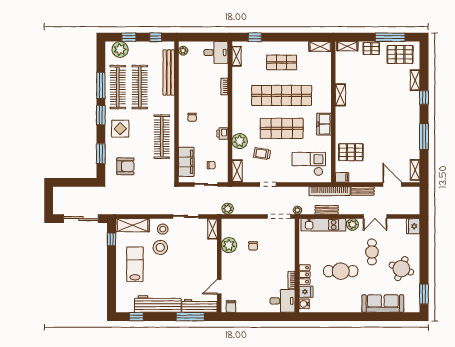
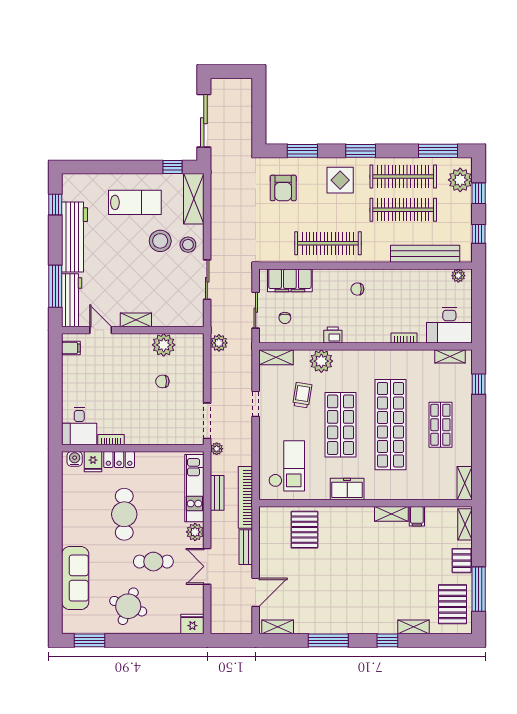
desk: (216, 52) -> (449, 325), width x1.37
window: (101, 85) -> (438, 151), moved
filing cabinet: (342, 177) -> (417, 516), moved
shelving: (212, 229) -> (136, 320), moved

